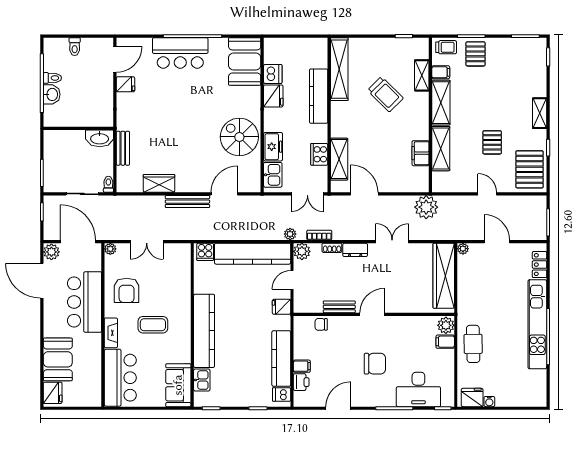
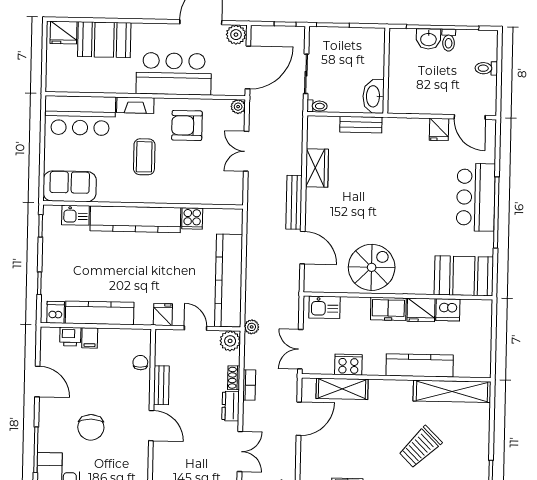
freezer: (273, 147) -> (388, 309), moved
bookcase: (319, 235) -> (249, 385), moved
cooker: (205, 252) -> (192, 219), moved, turned -90

